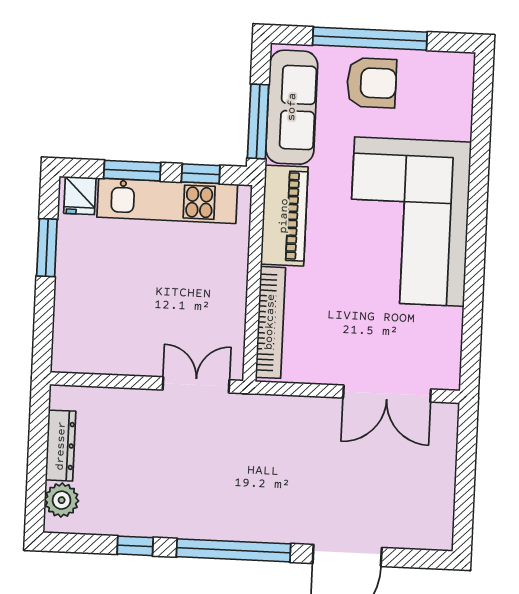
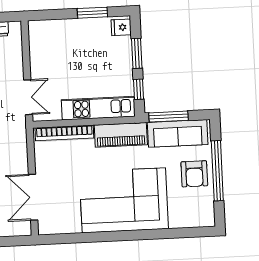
kitchen unit: (167, 201) -> (98, 108), moved, turned 90

